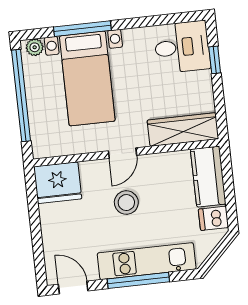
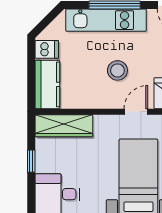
window: (215, 60) -> (31, 161), moved
door: (123, 153) -> (136, 112), moved

